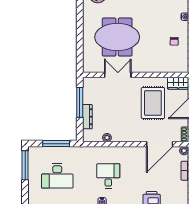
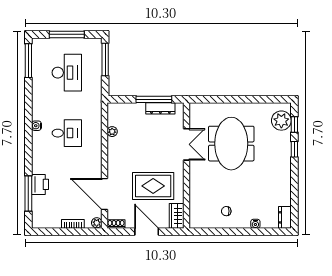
dresser: (87, 117) -> (160, 108), moved
window: (56, 144) -> (105, 59), moved
window: (25, 165) -> (67, 34), moved
desk: (57, 176) -> (67, 73), turned 180

